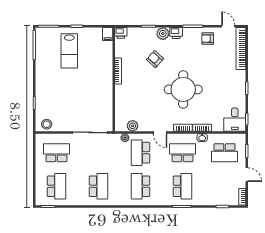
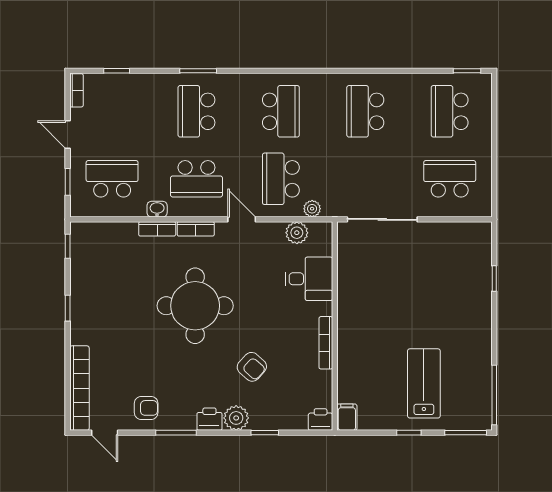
desk: (235, 120) -> (309, 279), moved, turned 90
stool: (47, 124) -> (469, 236), removed
school desk: (56, 153) -> (450, 179), turned 180
school desk: (140, 153) -> (281, 179), turned 180

